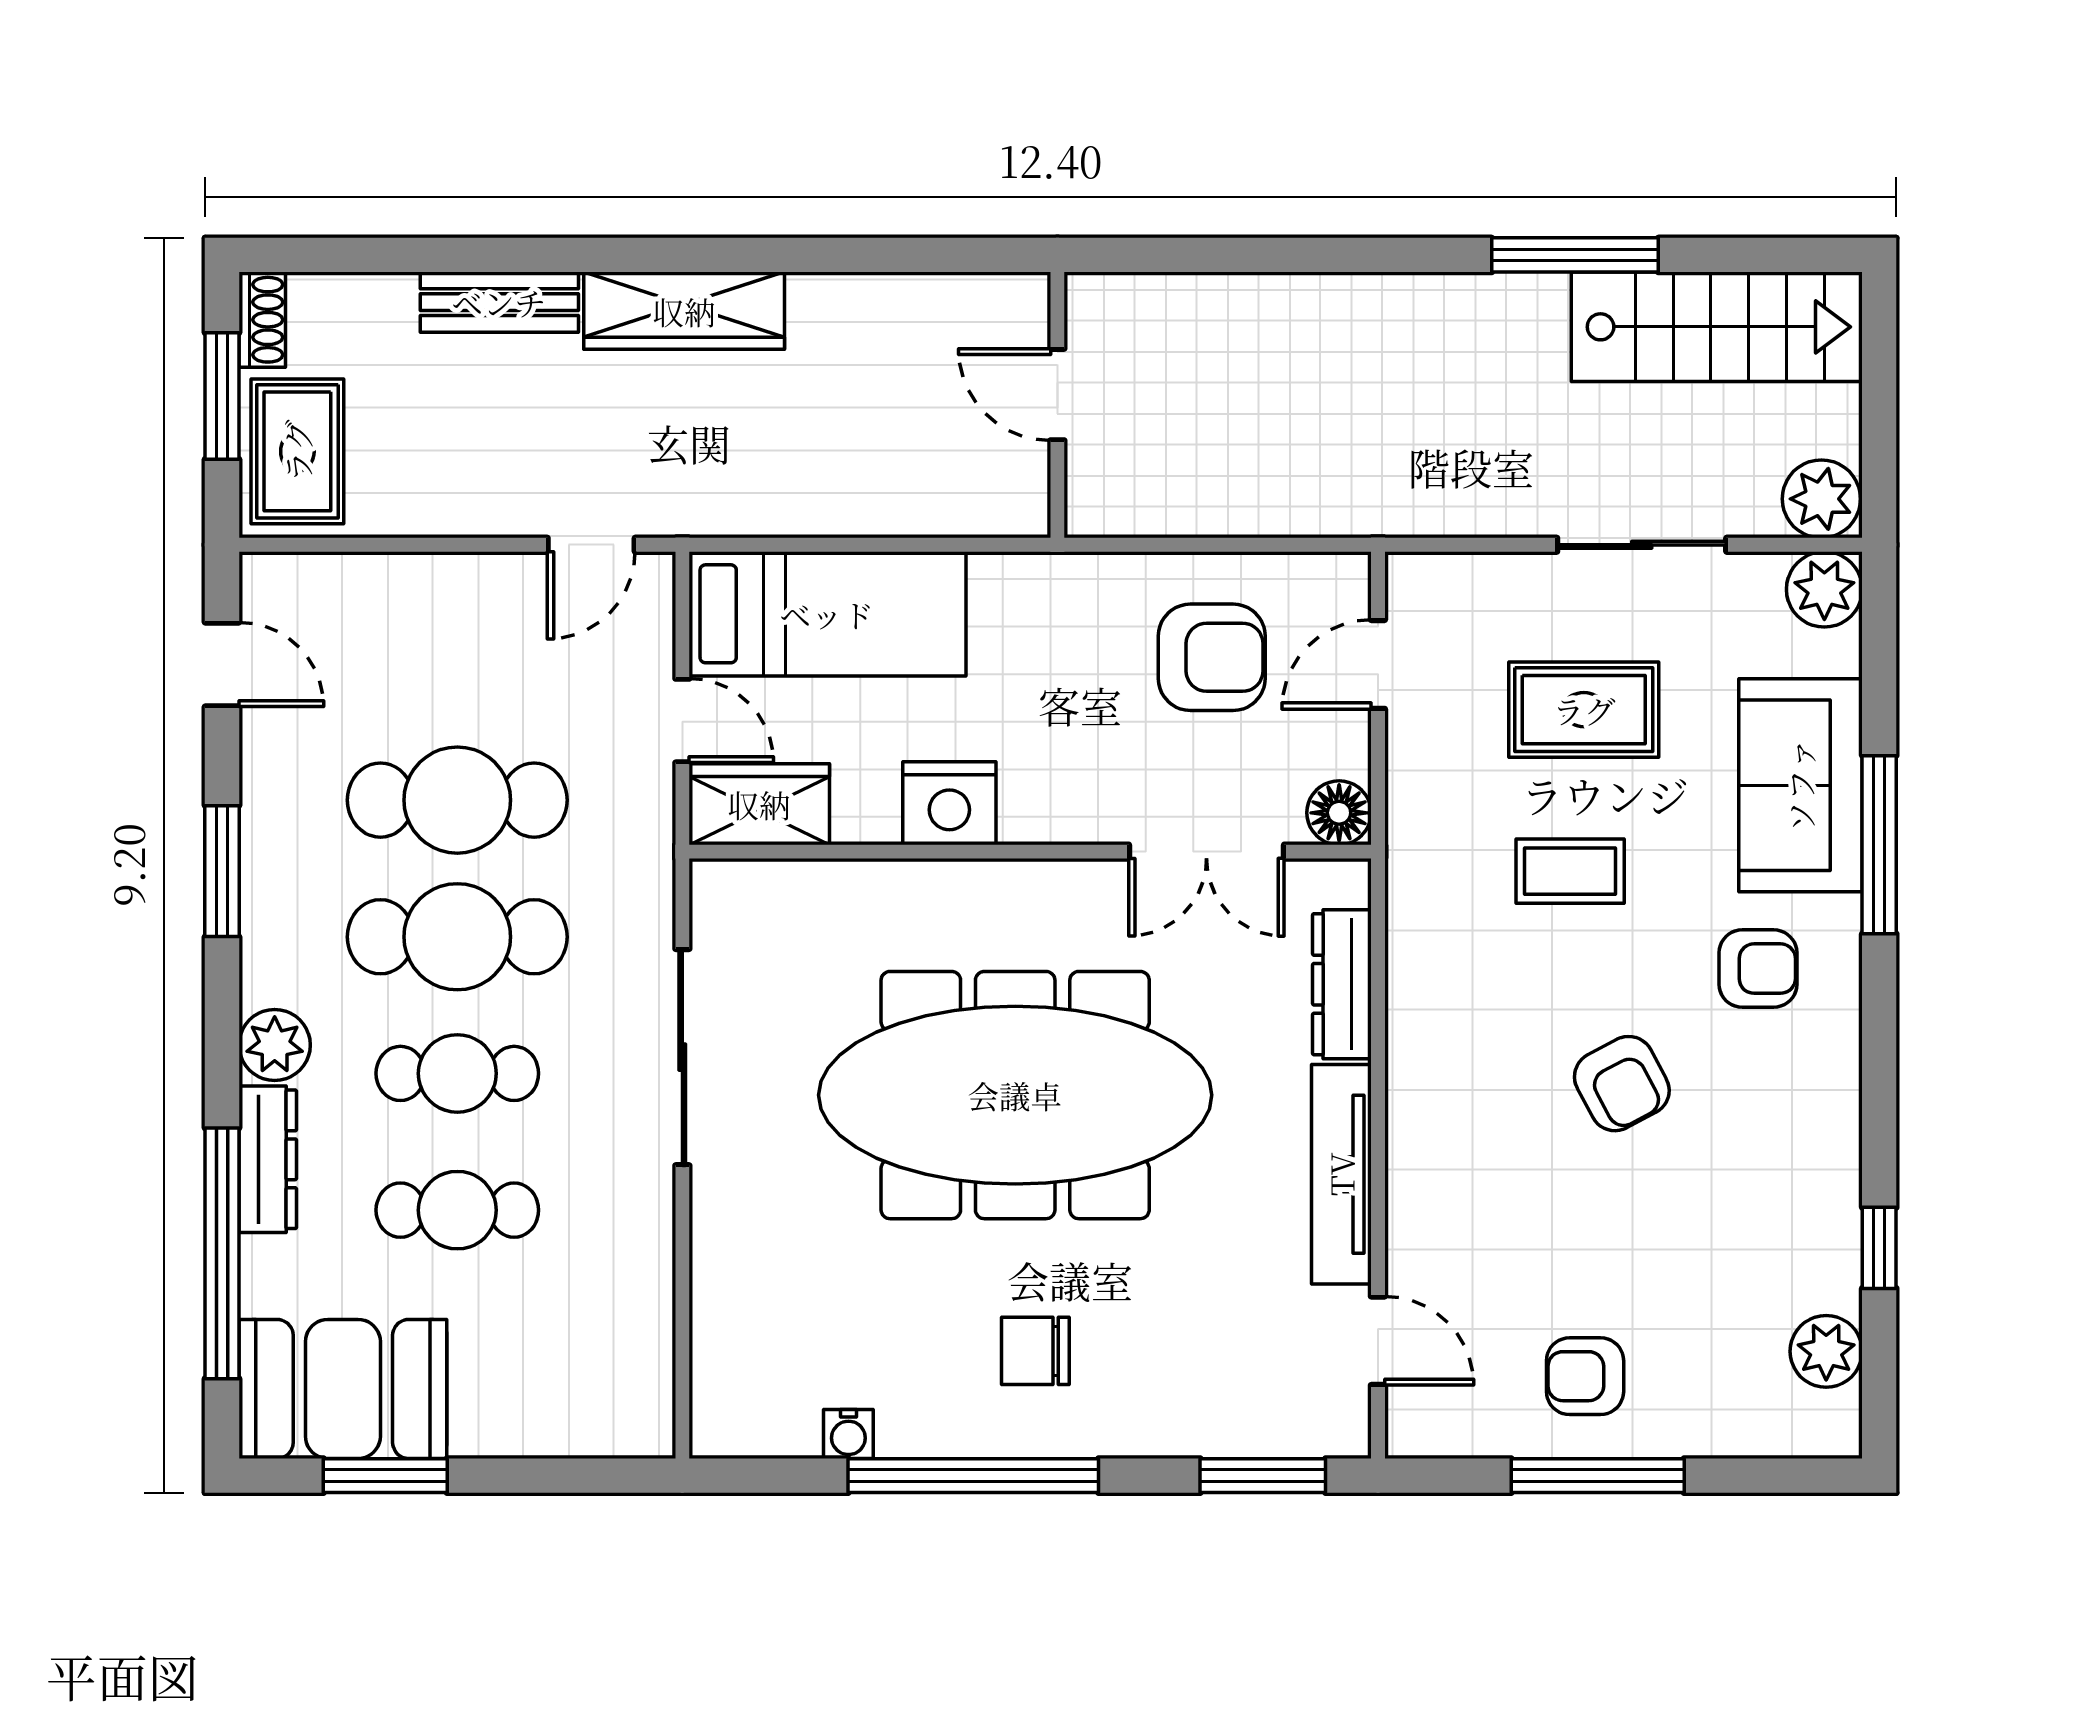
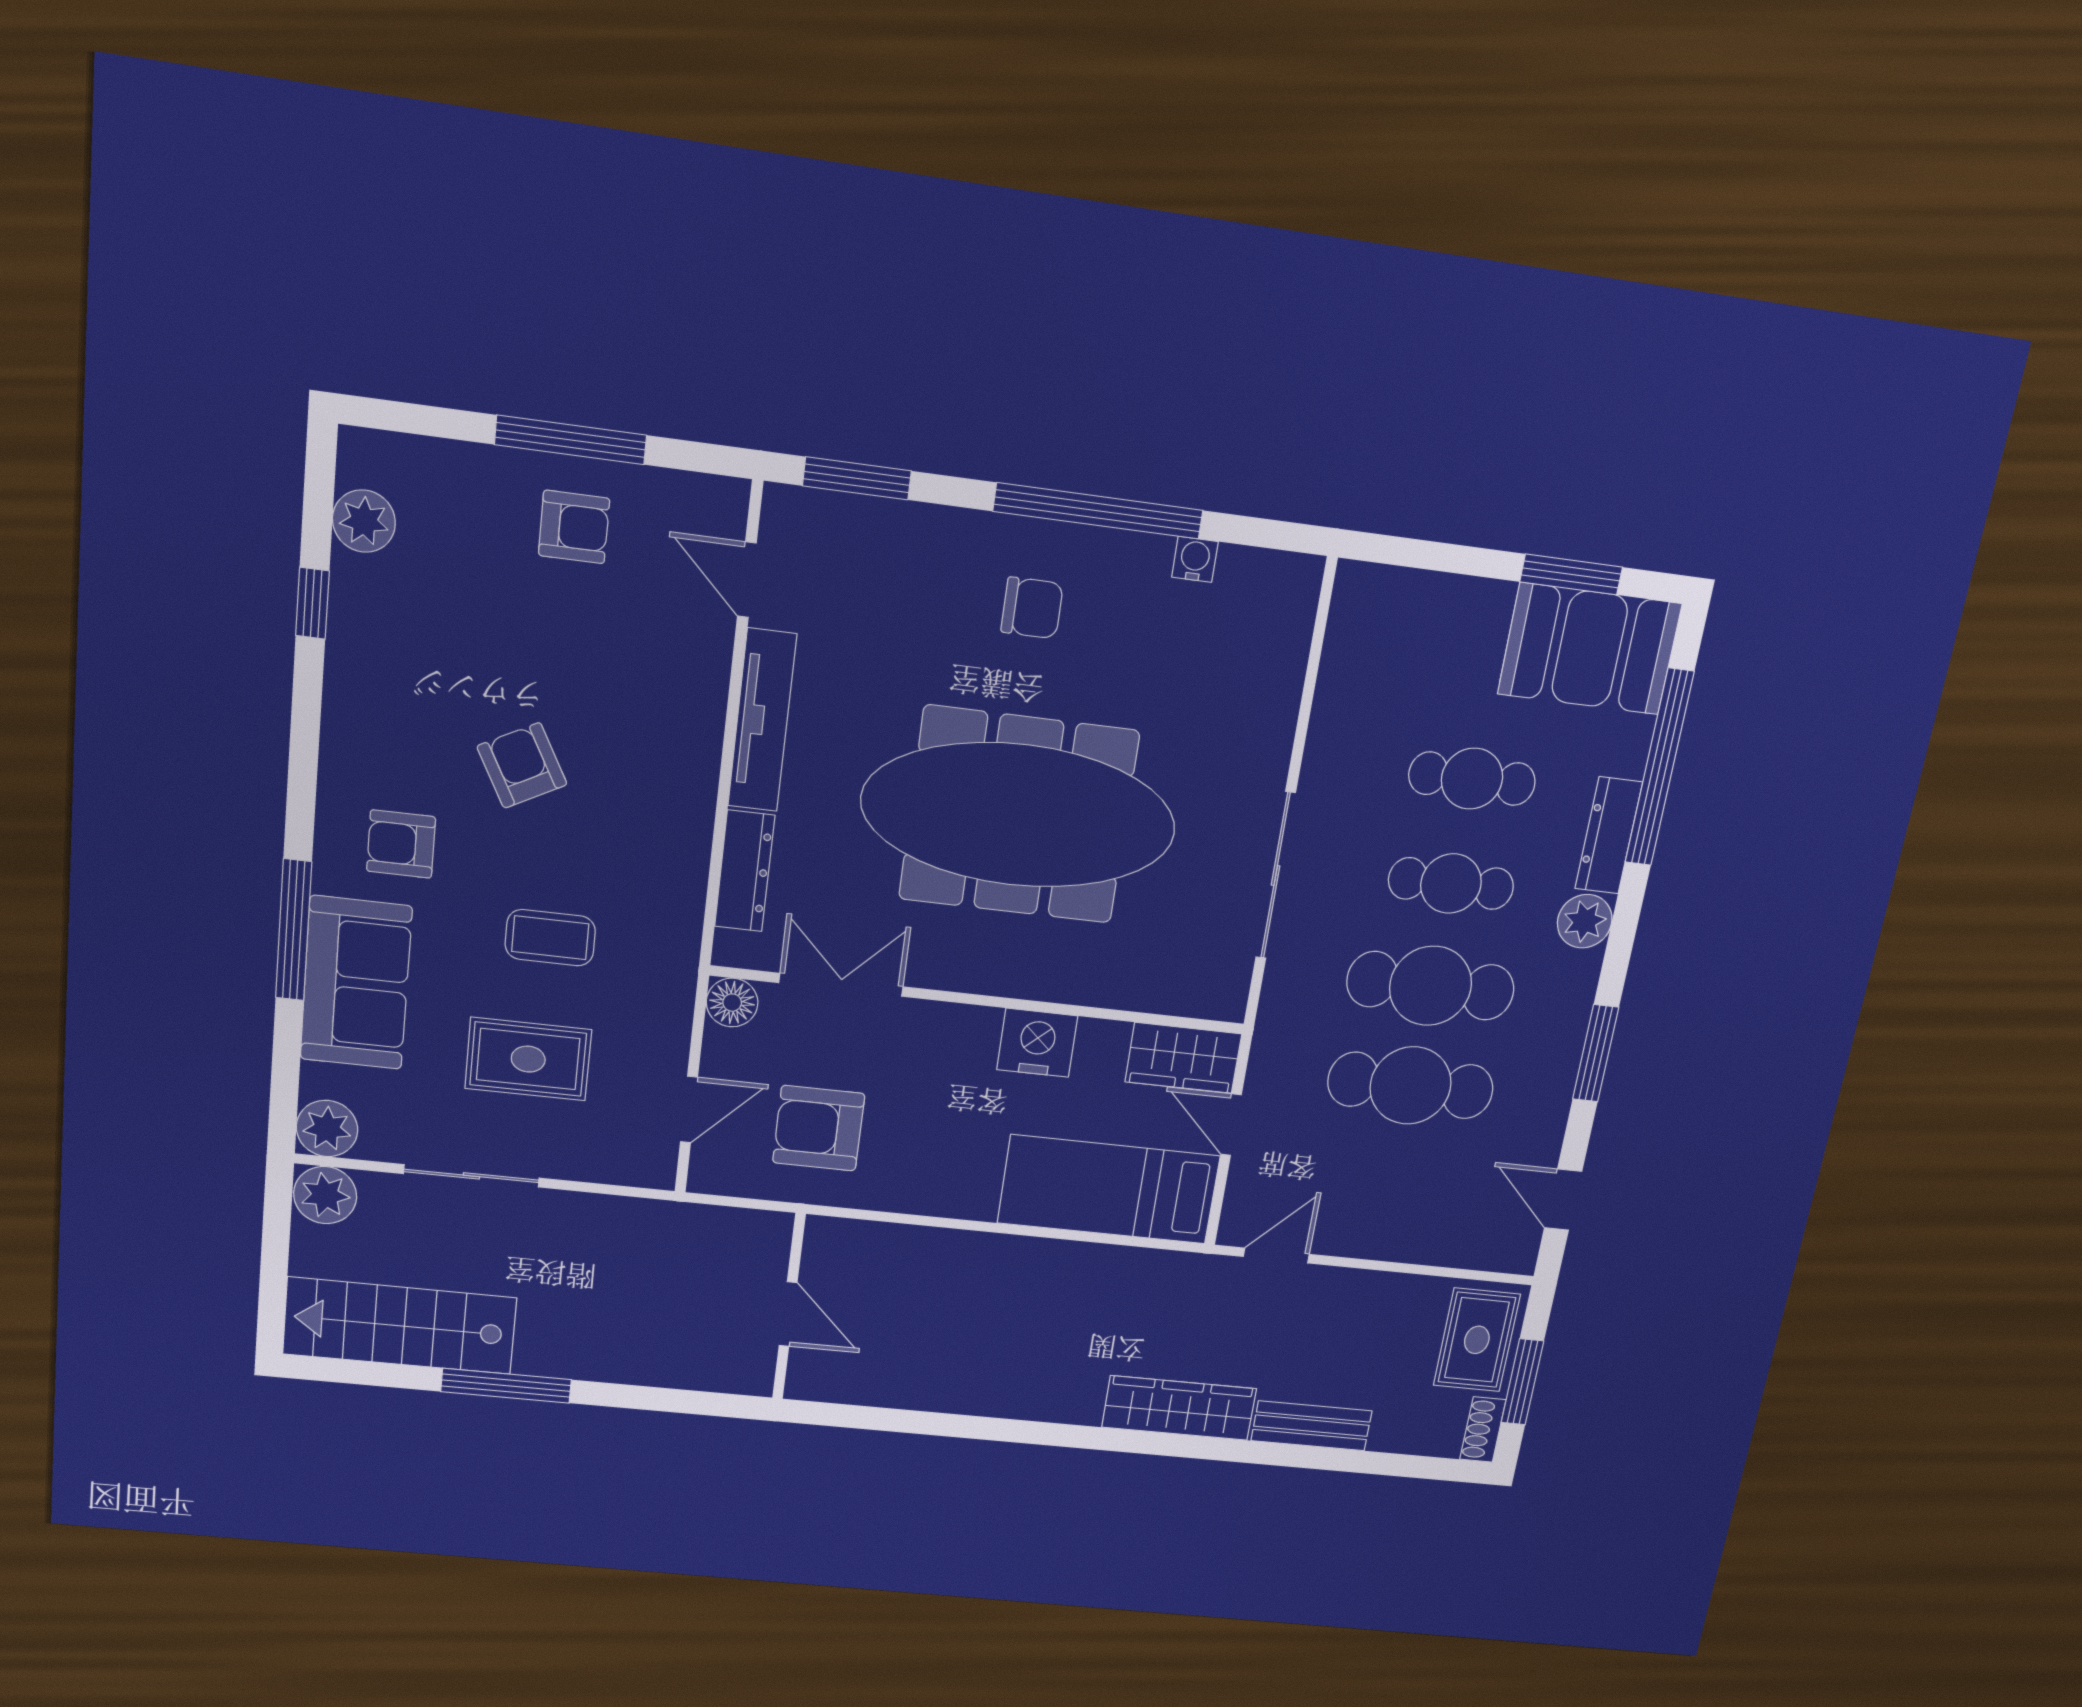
door: (1057, 395) -> (788, 1314), moved
wall: (1057, 405) -> (789, 1307), moved

